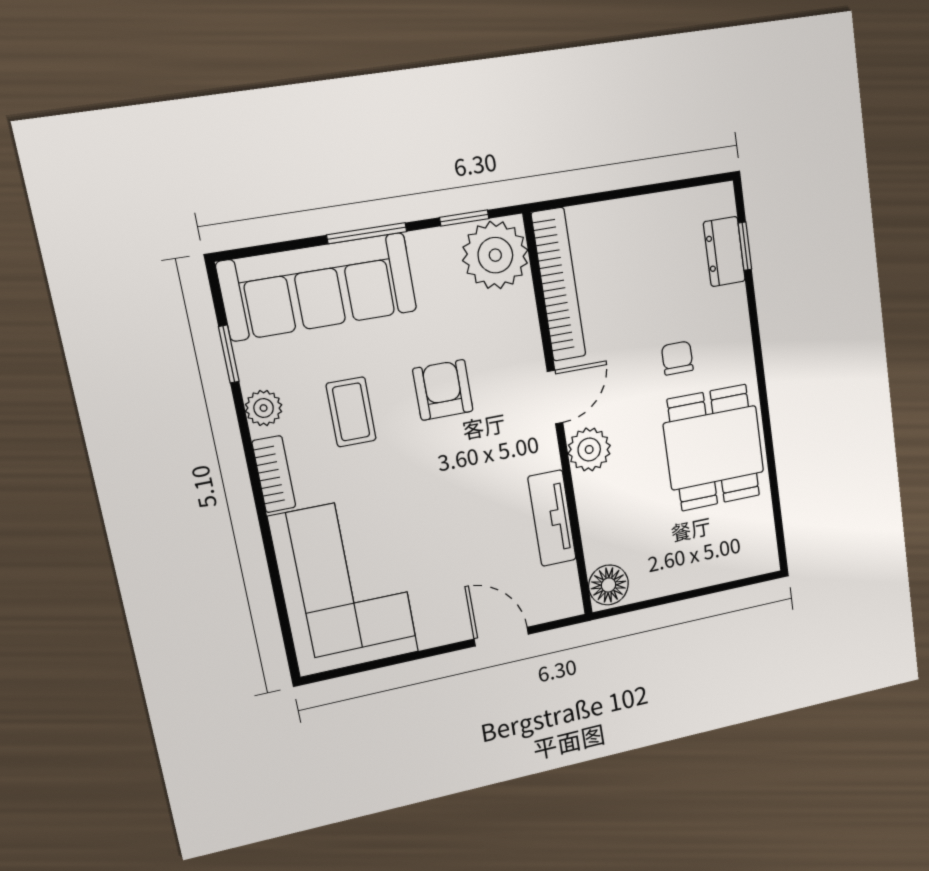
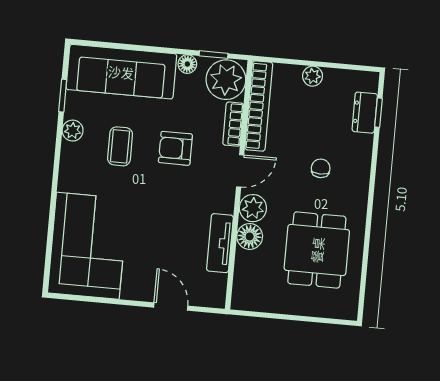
plant: (631, 213) -> (313, 76), added
window: (367, 233) -> (156, 49), removed
floor lamp: (425, 245) -> (187, 64), added
armchair: (443, 390) -> (175, 148), turned -90
dining table: (714, 448) -> (317, 250), moved
bookcase: (274, 474) -> (233, 124), moved, turned 180
floor lamp: (609, 585) -> (250, 236), moved

